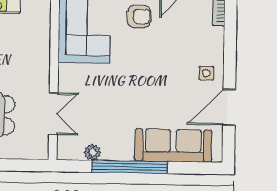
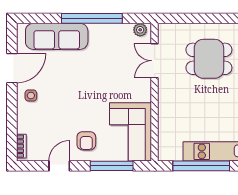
armchair: (139, 16) -> (86, 141), turned -90
plant: (93, 152) -> (140, 30), moved

